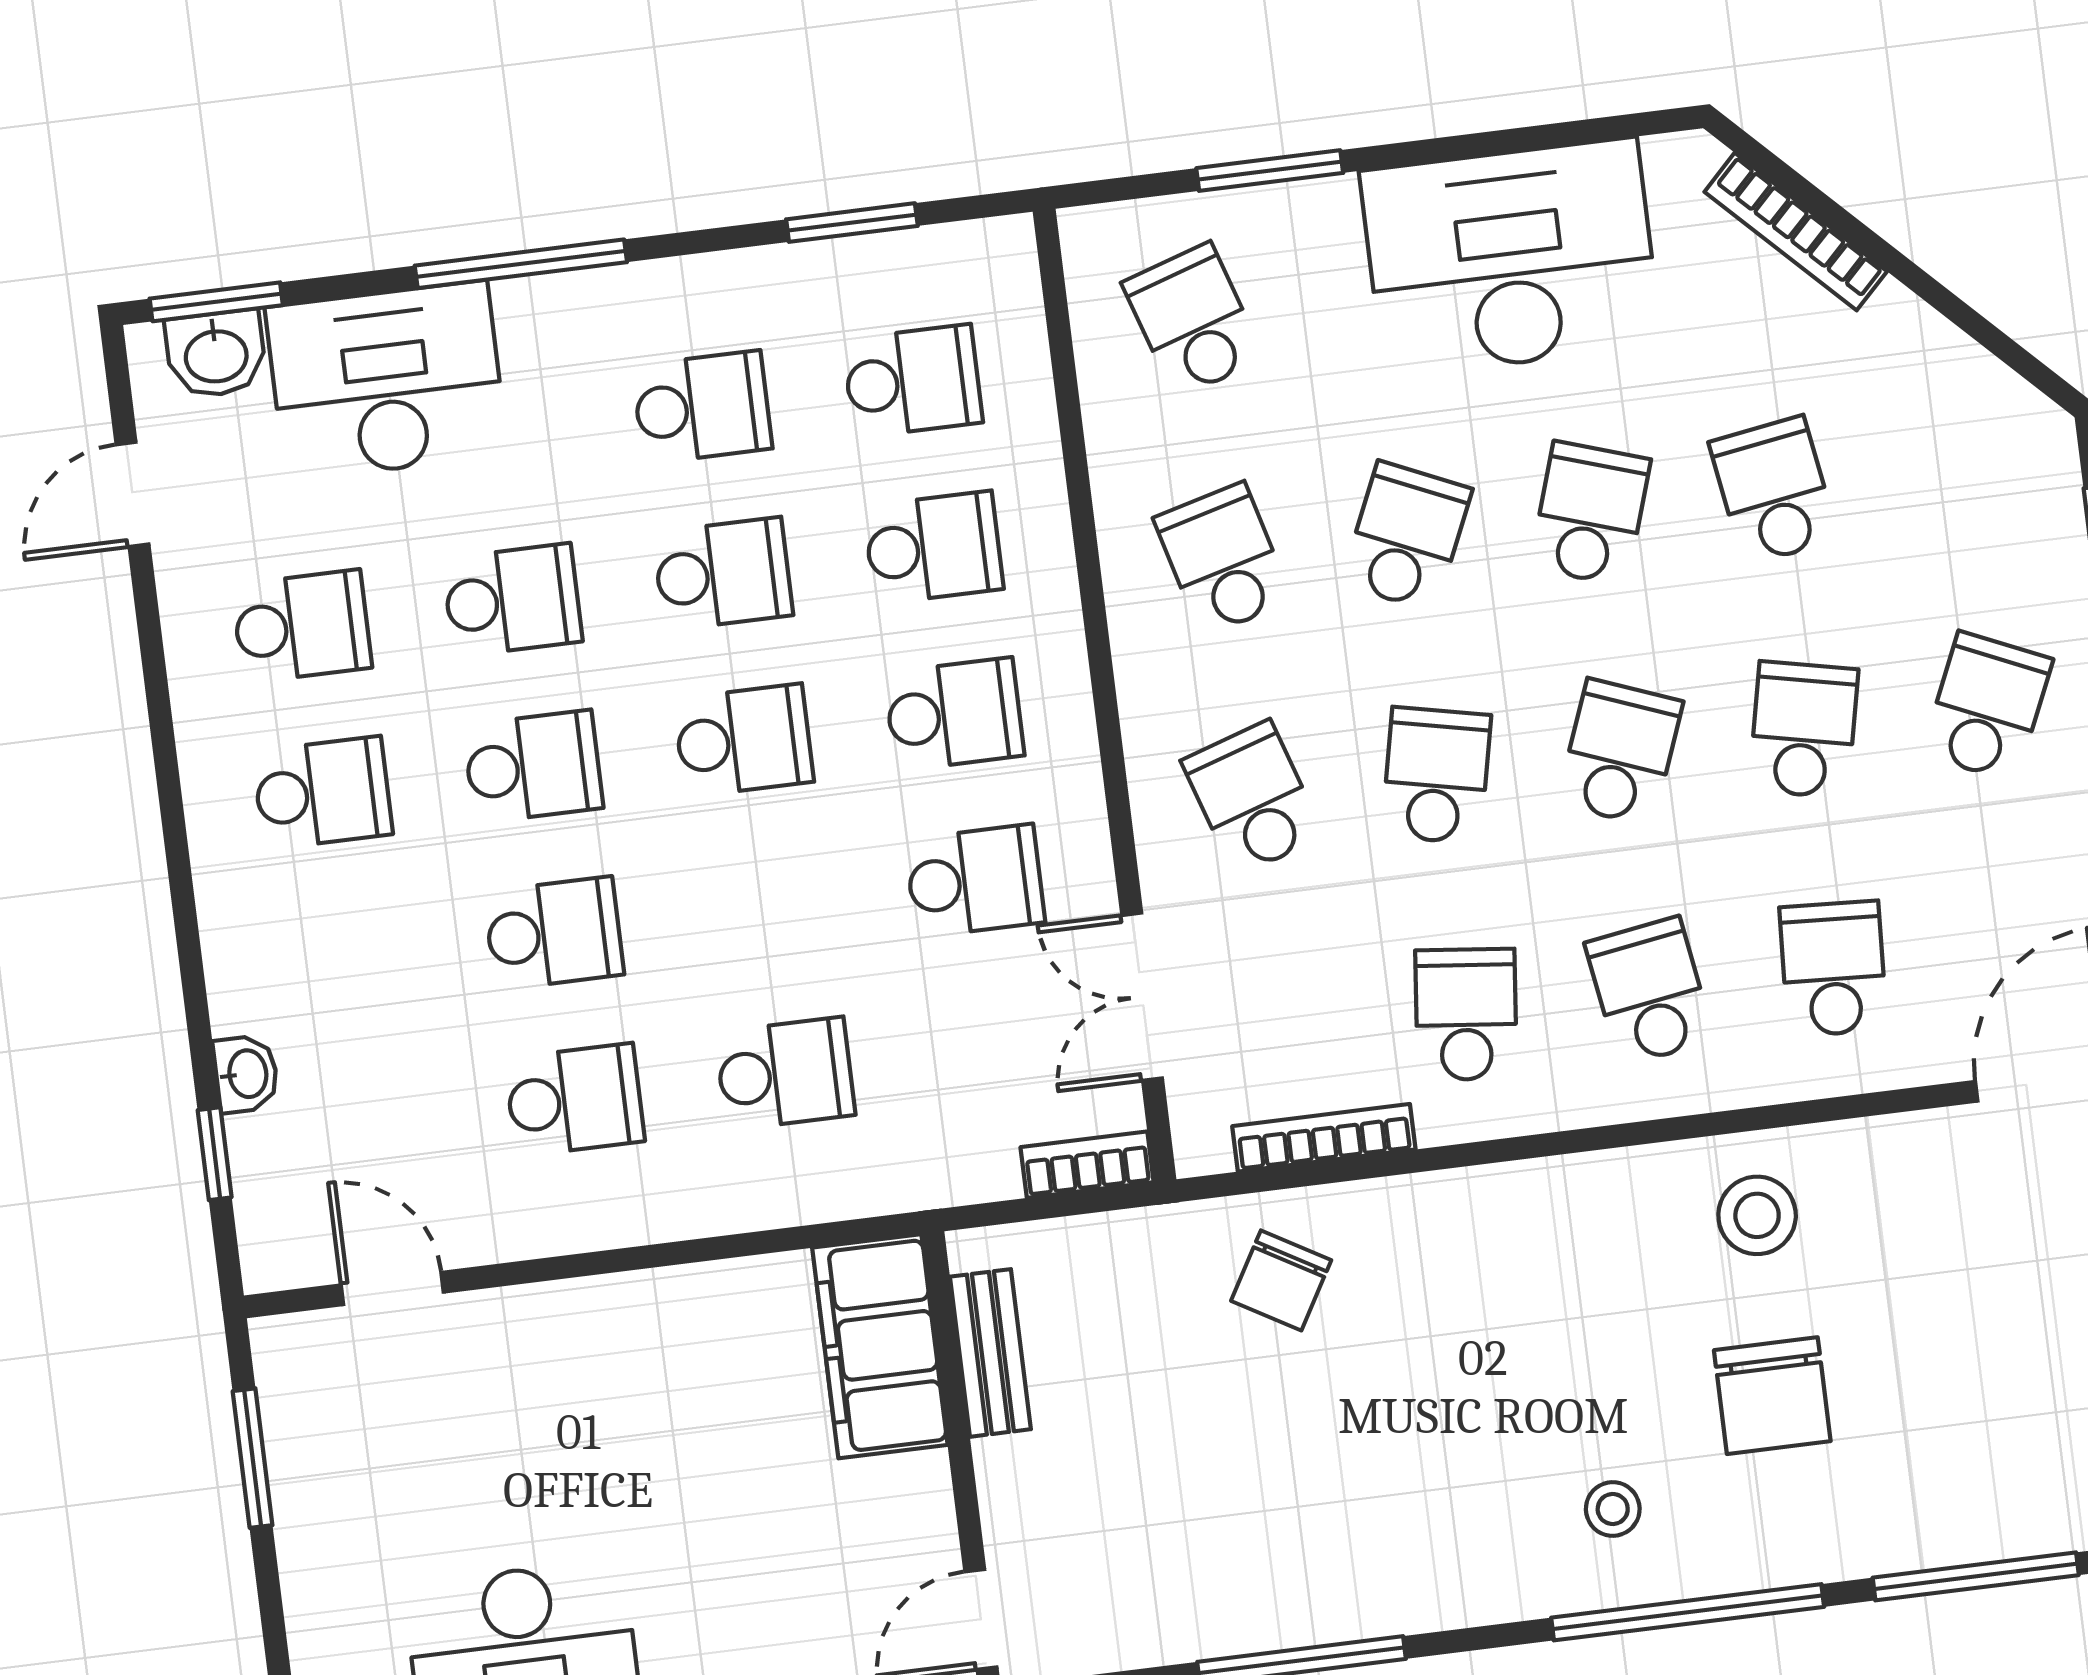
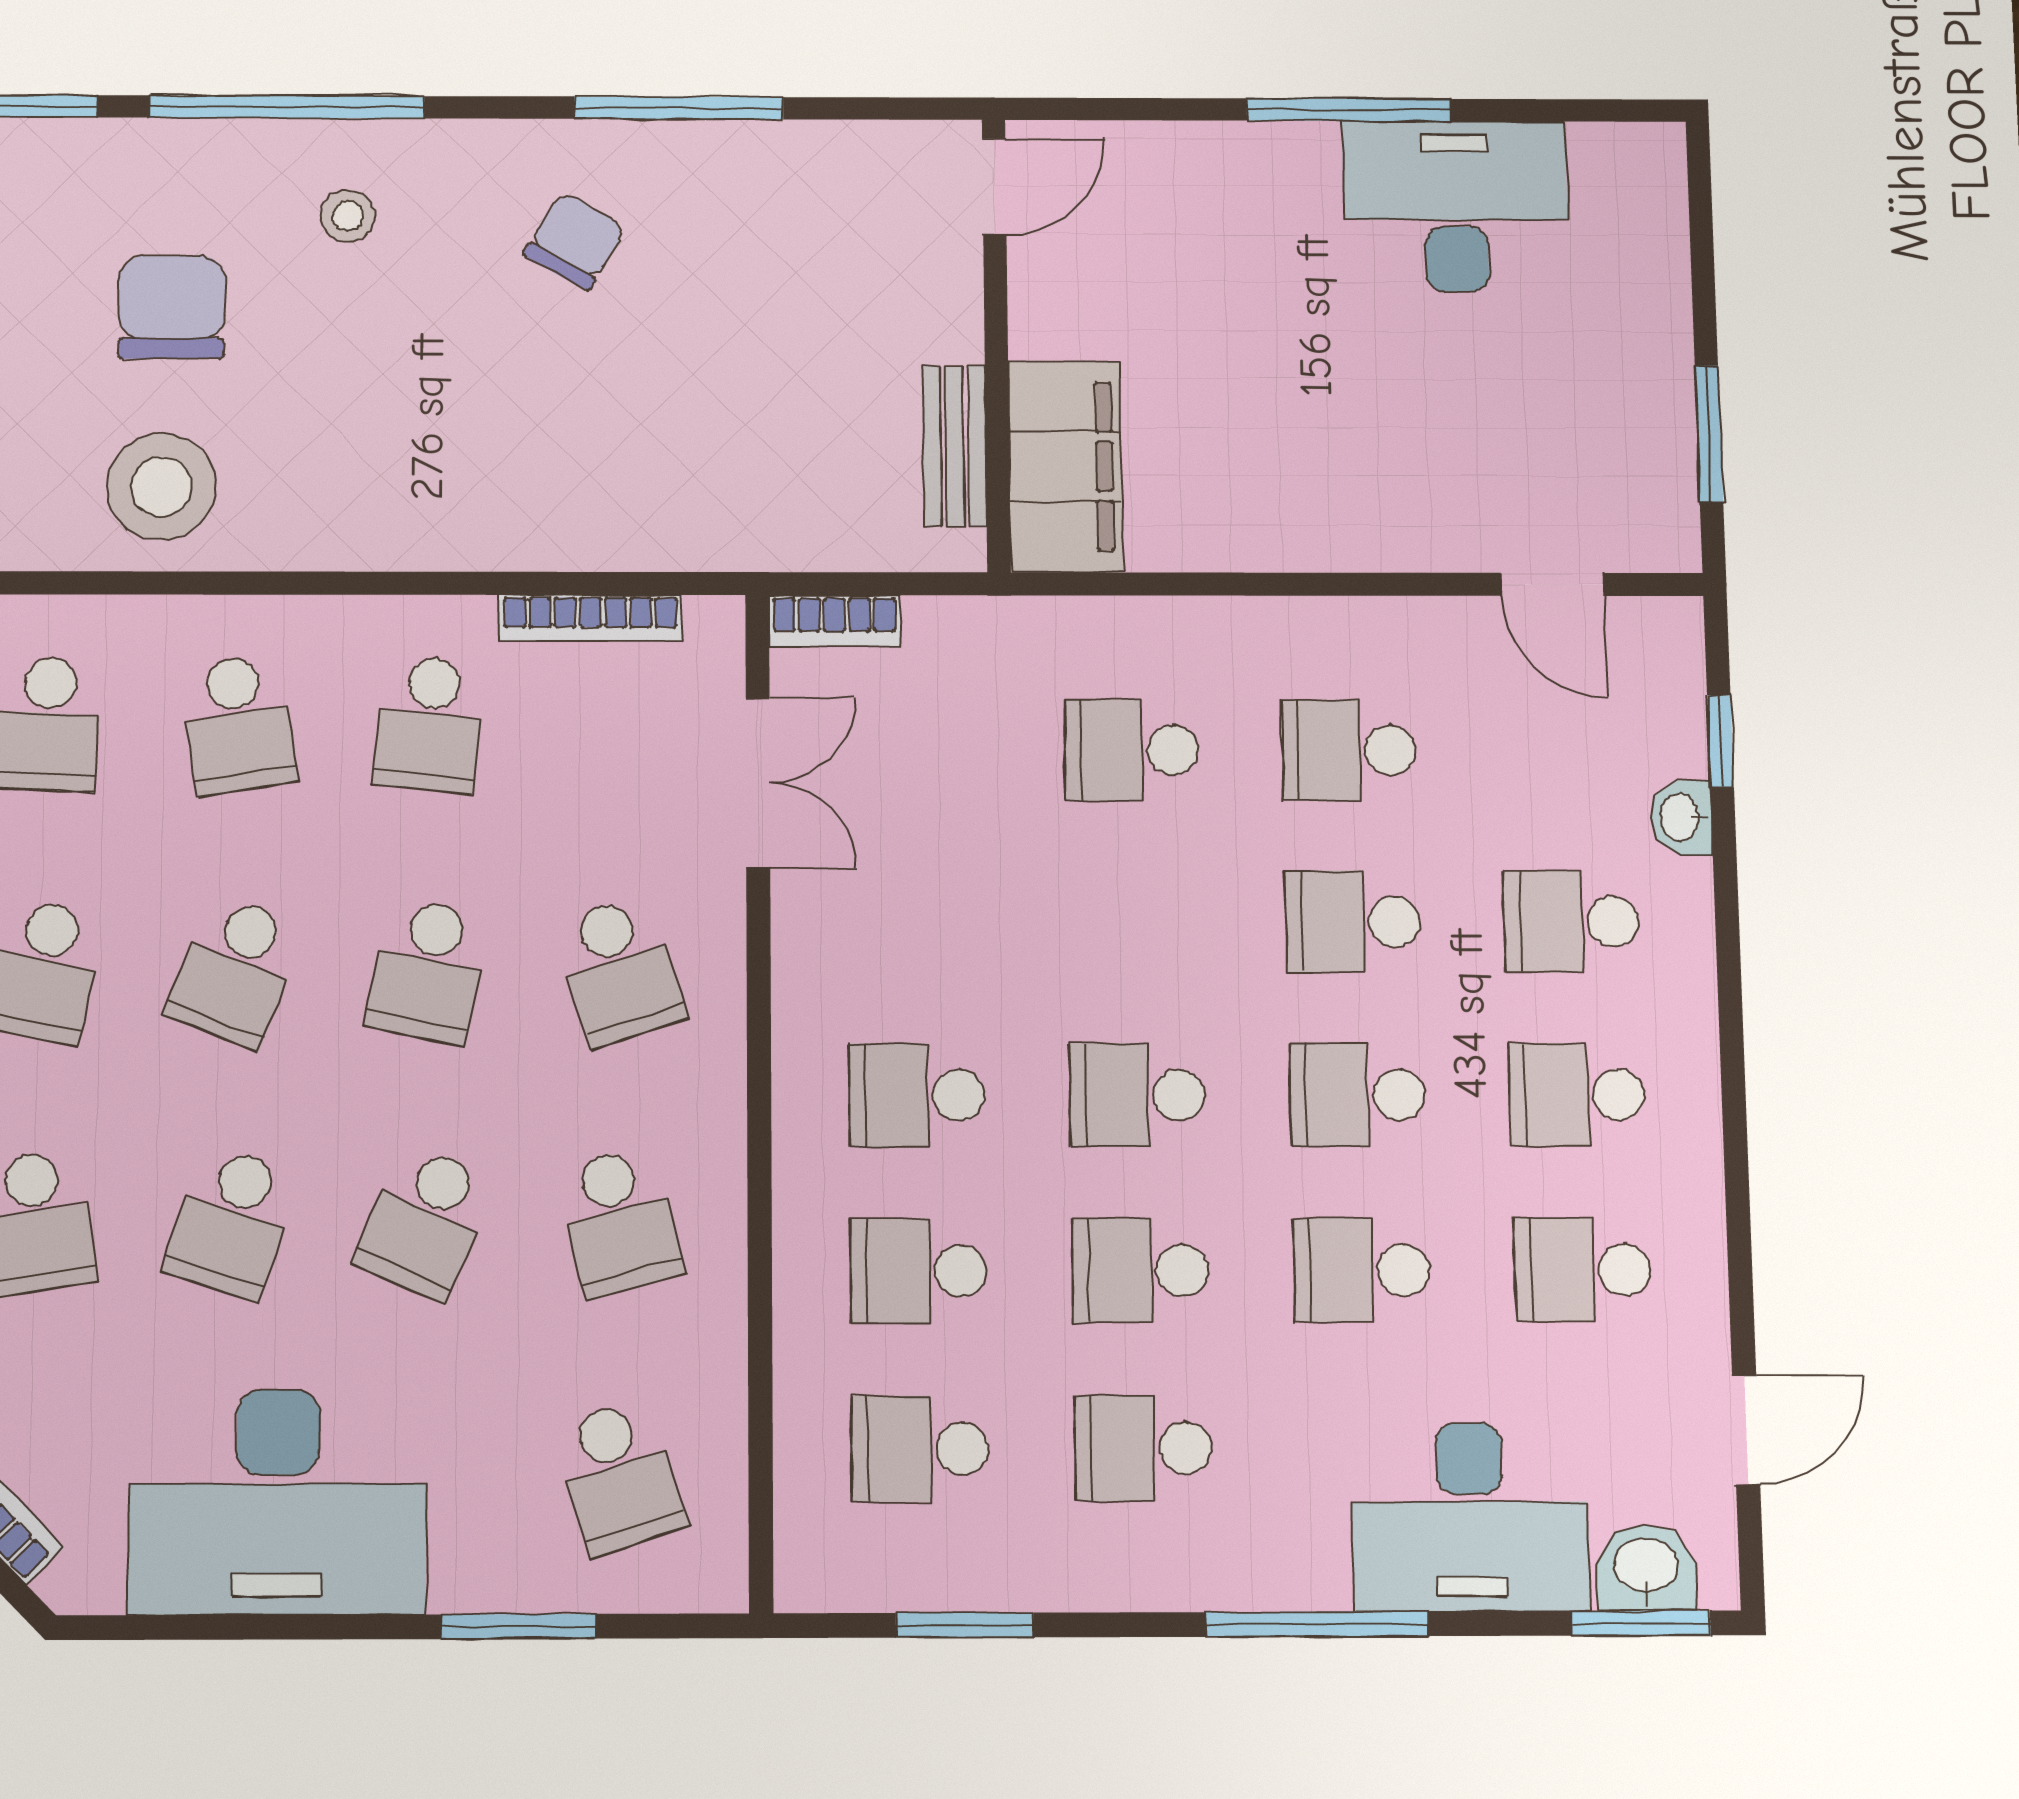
school desk: (975, 881) -> (1571, 921), moved
stool: (1757, 1215) -> (161, 486), width x1.38, depth x1.38
chair: (1281, 1280) -> (575, 241), moved

